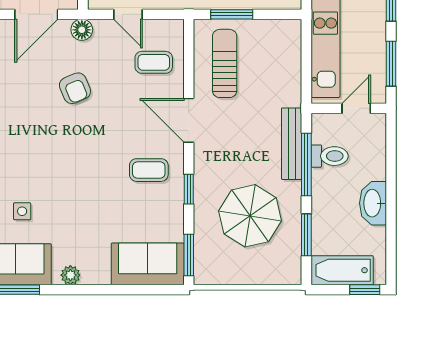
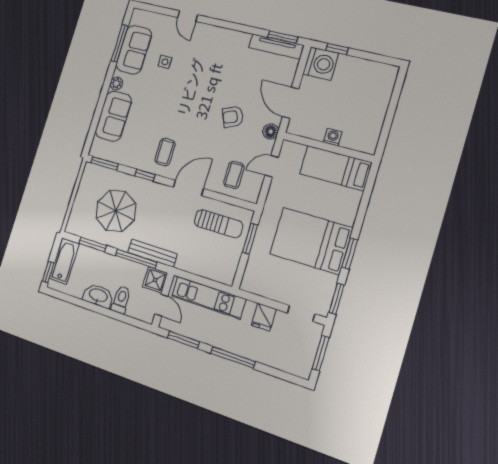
shower: (326, 128) -> (155, 280), added
toilet: (330, 156) -> (121, 300), moved, turned 180
sofa: (148, 264) -> (113, 116), moved

